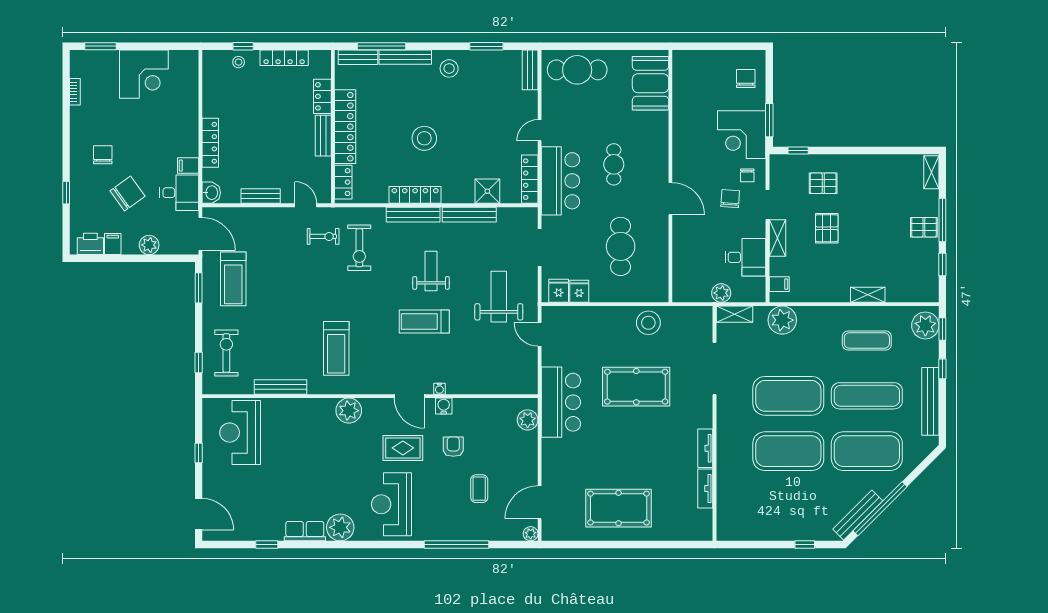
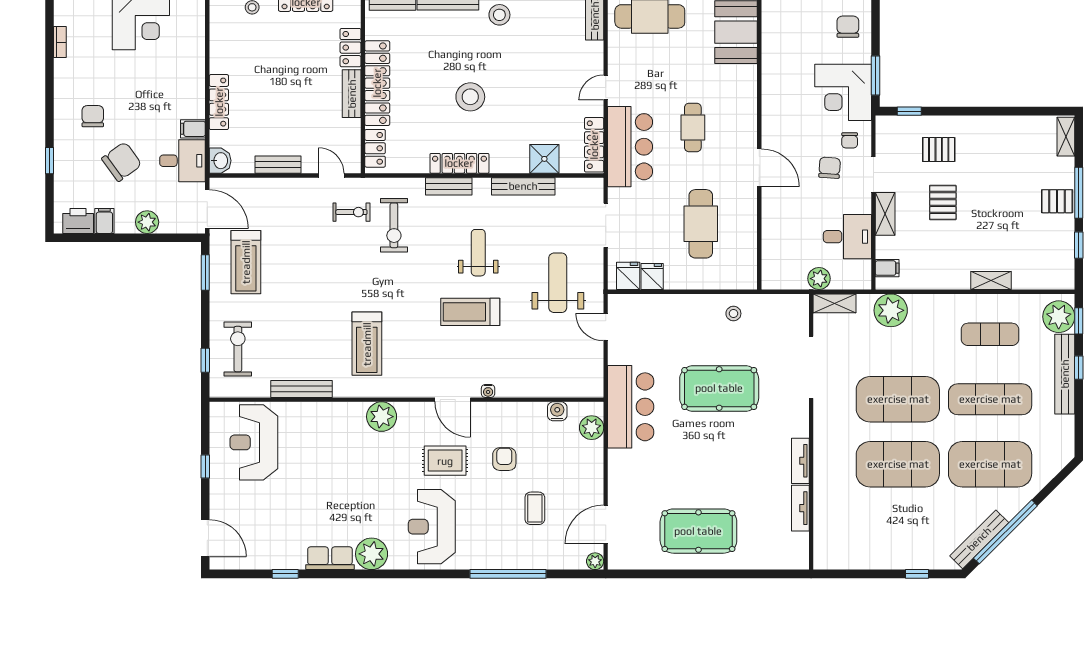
bench: (413, 215) -> (449, 186), width x0.73
stool: (648, 323) -> (733, 314), width x0.53, depth x0.53
bench: (930, 401) -> (1065, 374), moved
water cooler: (444, 406) -> (557, 411), moved

